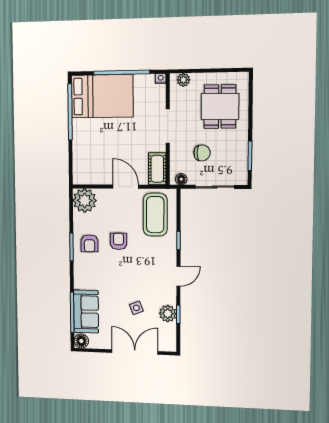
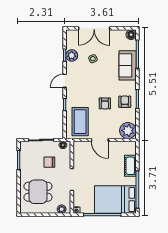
dining table: (220, 107) -> (38, 192), turned 90
cot: (157, 169) -> (130, 166), moved
sofa: (86, 312) -> (128, 65), moved

